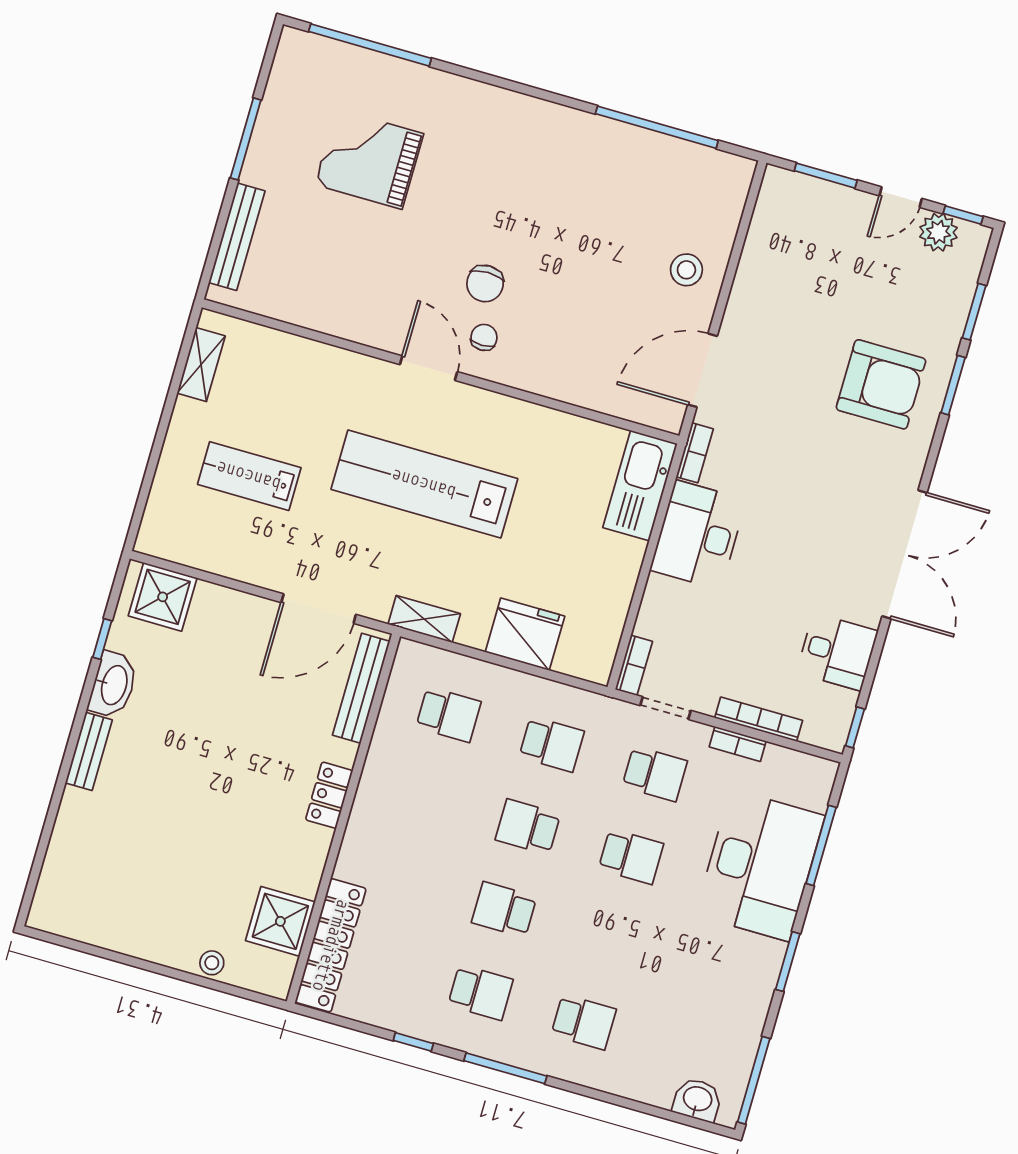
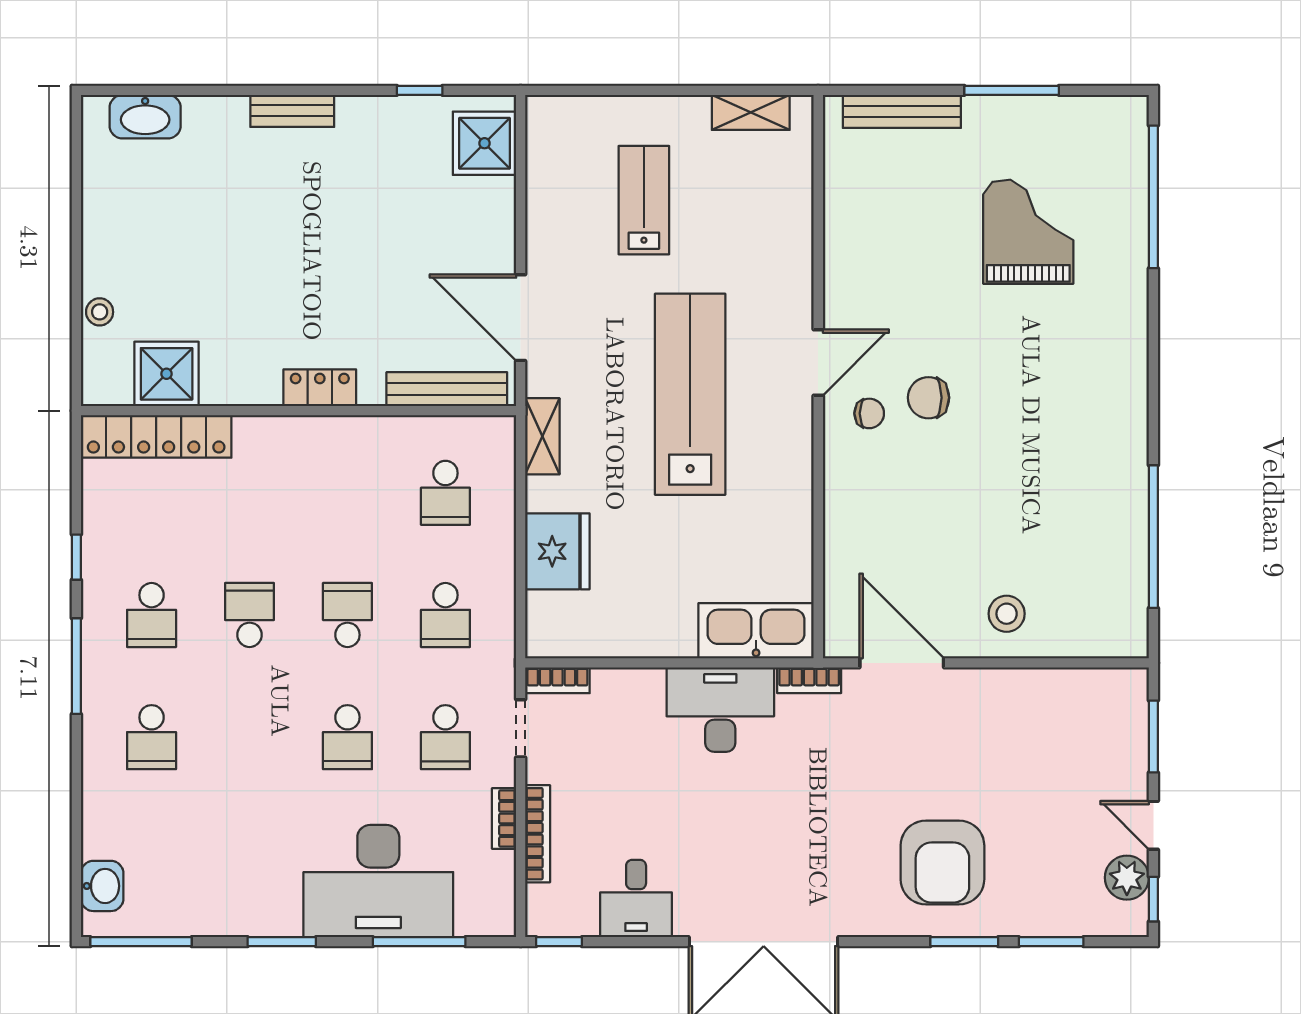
washbasin: (113, 685) -> (145, 117), moved

